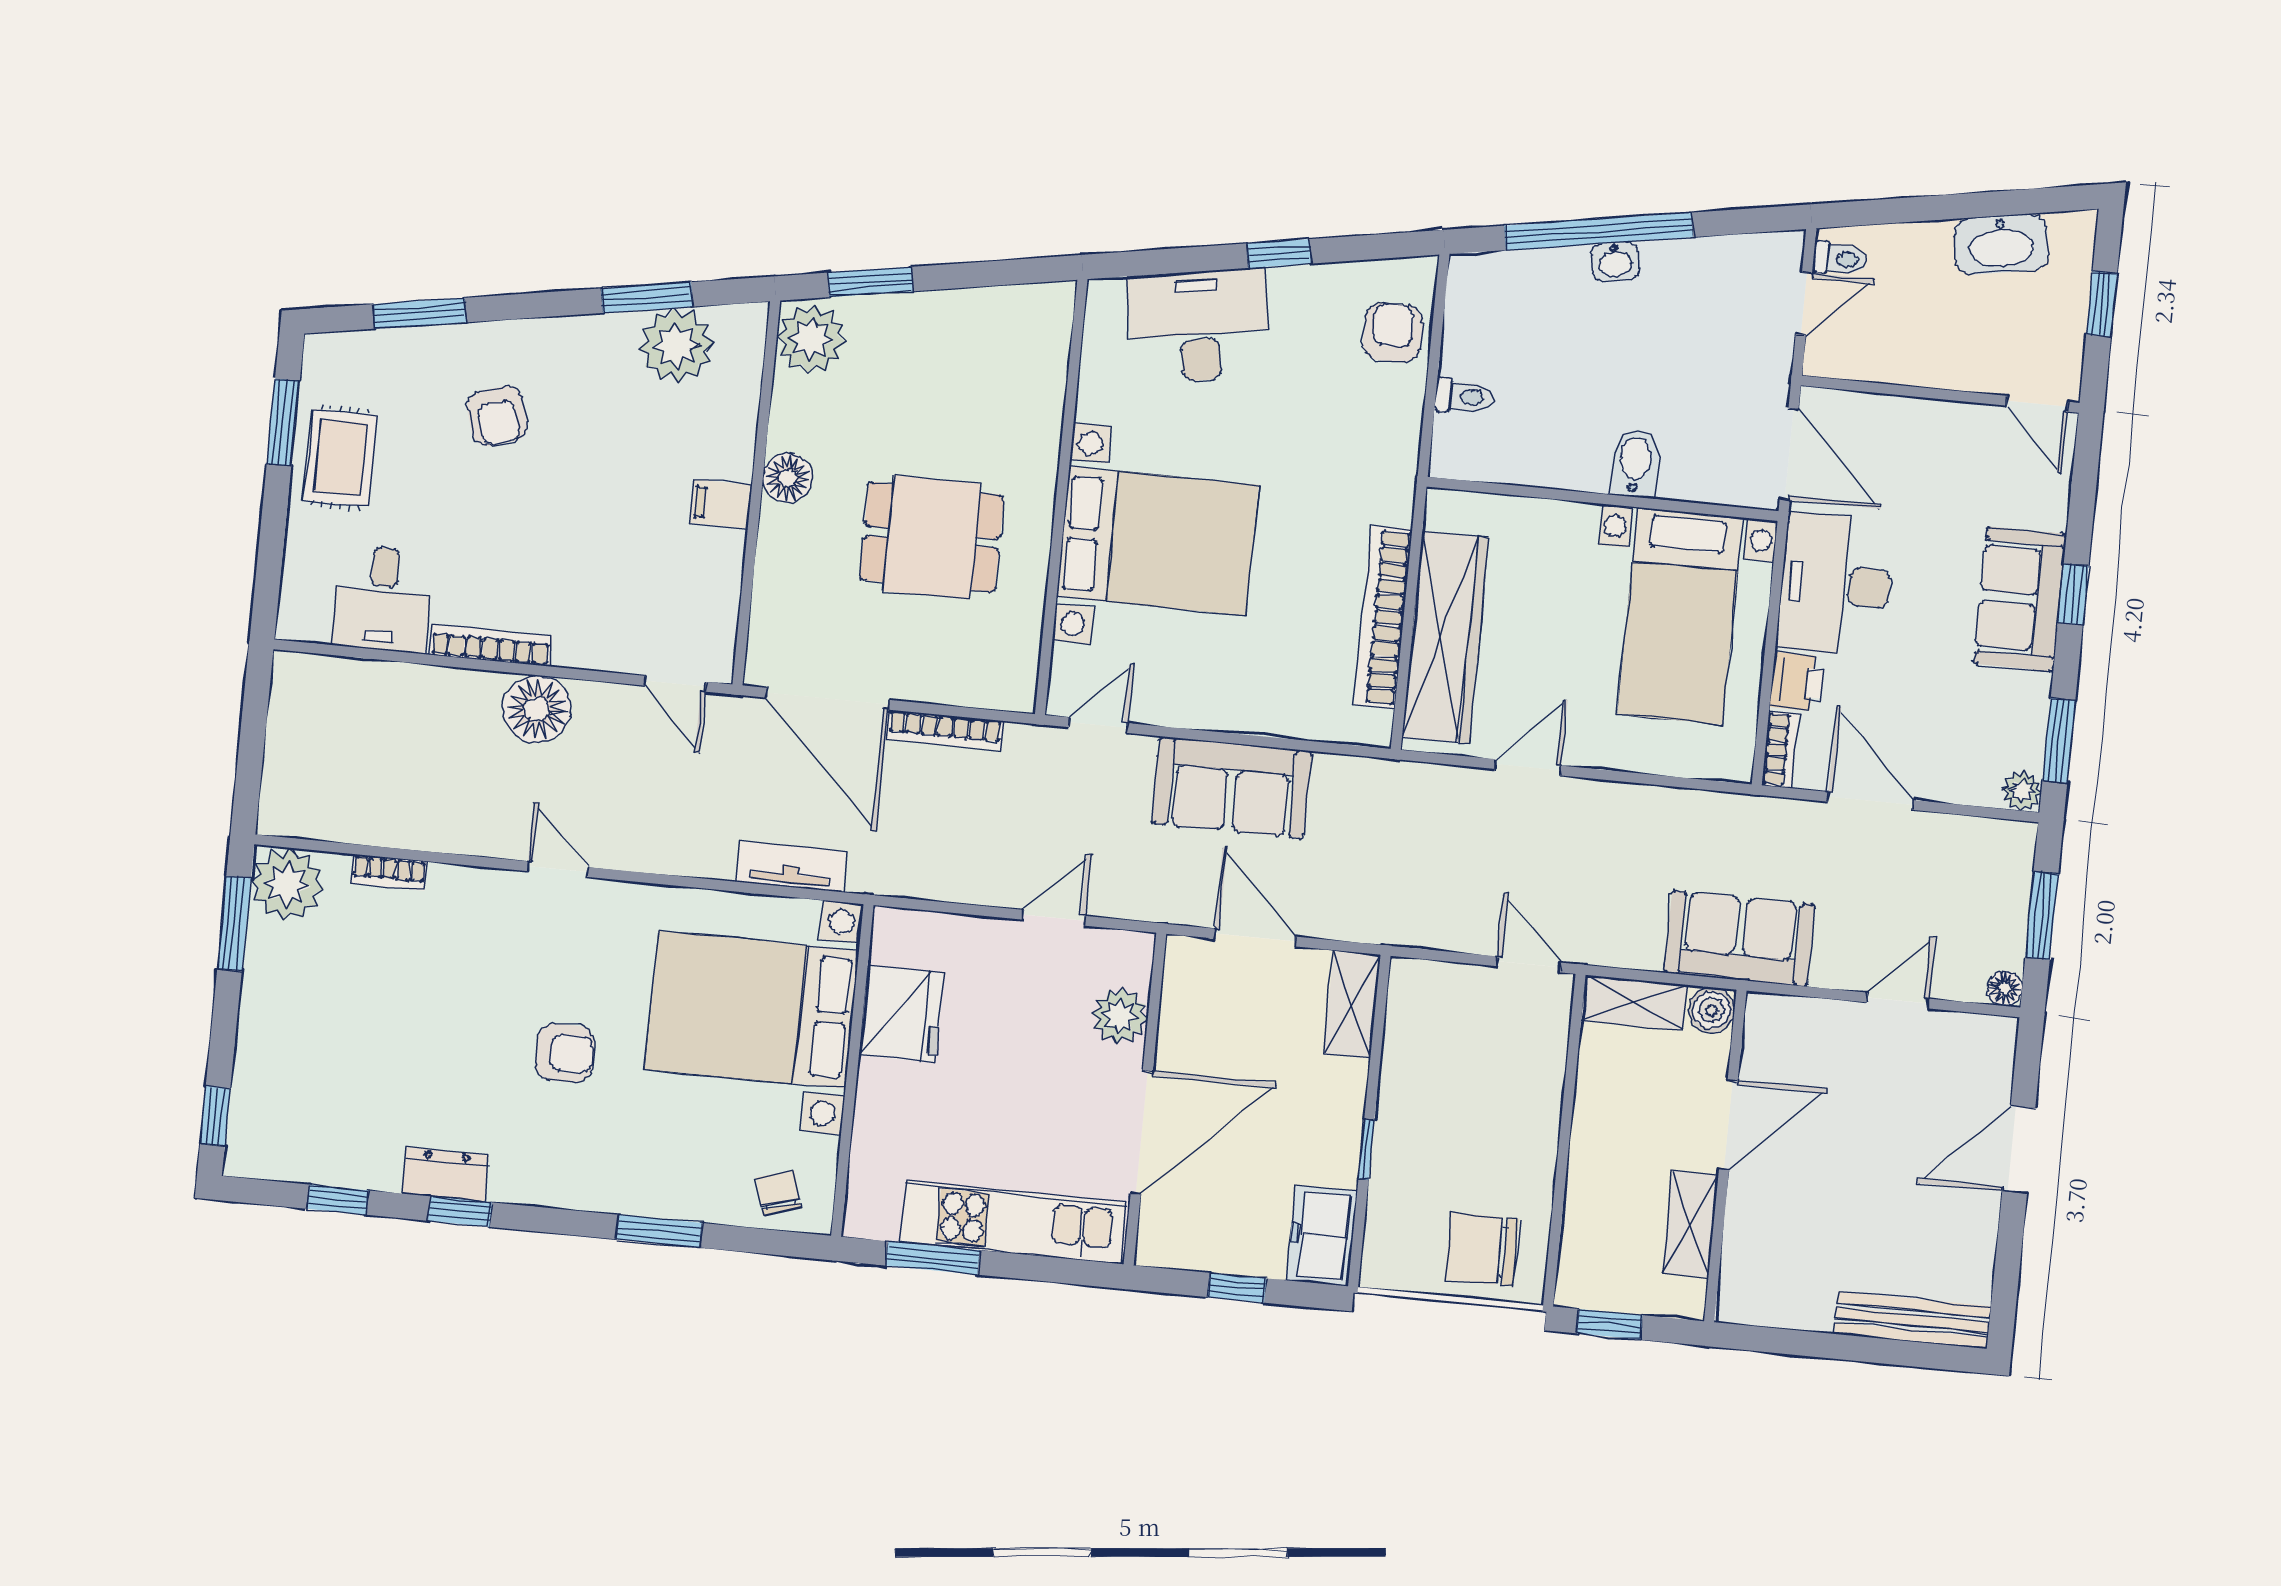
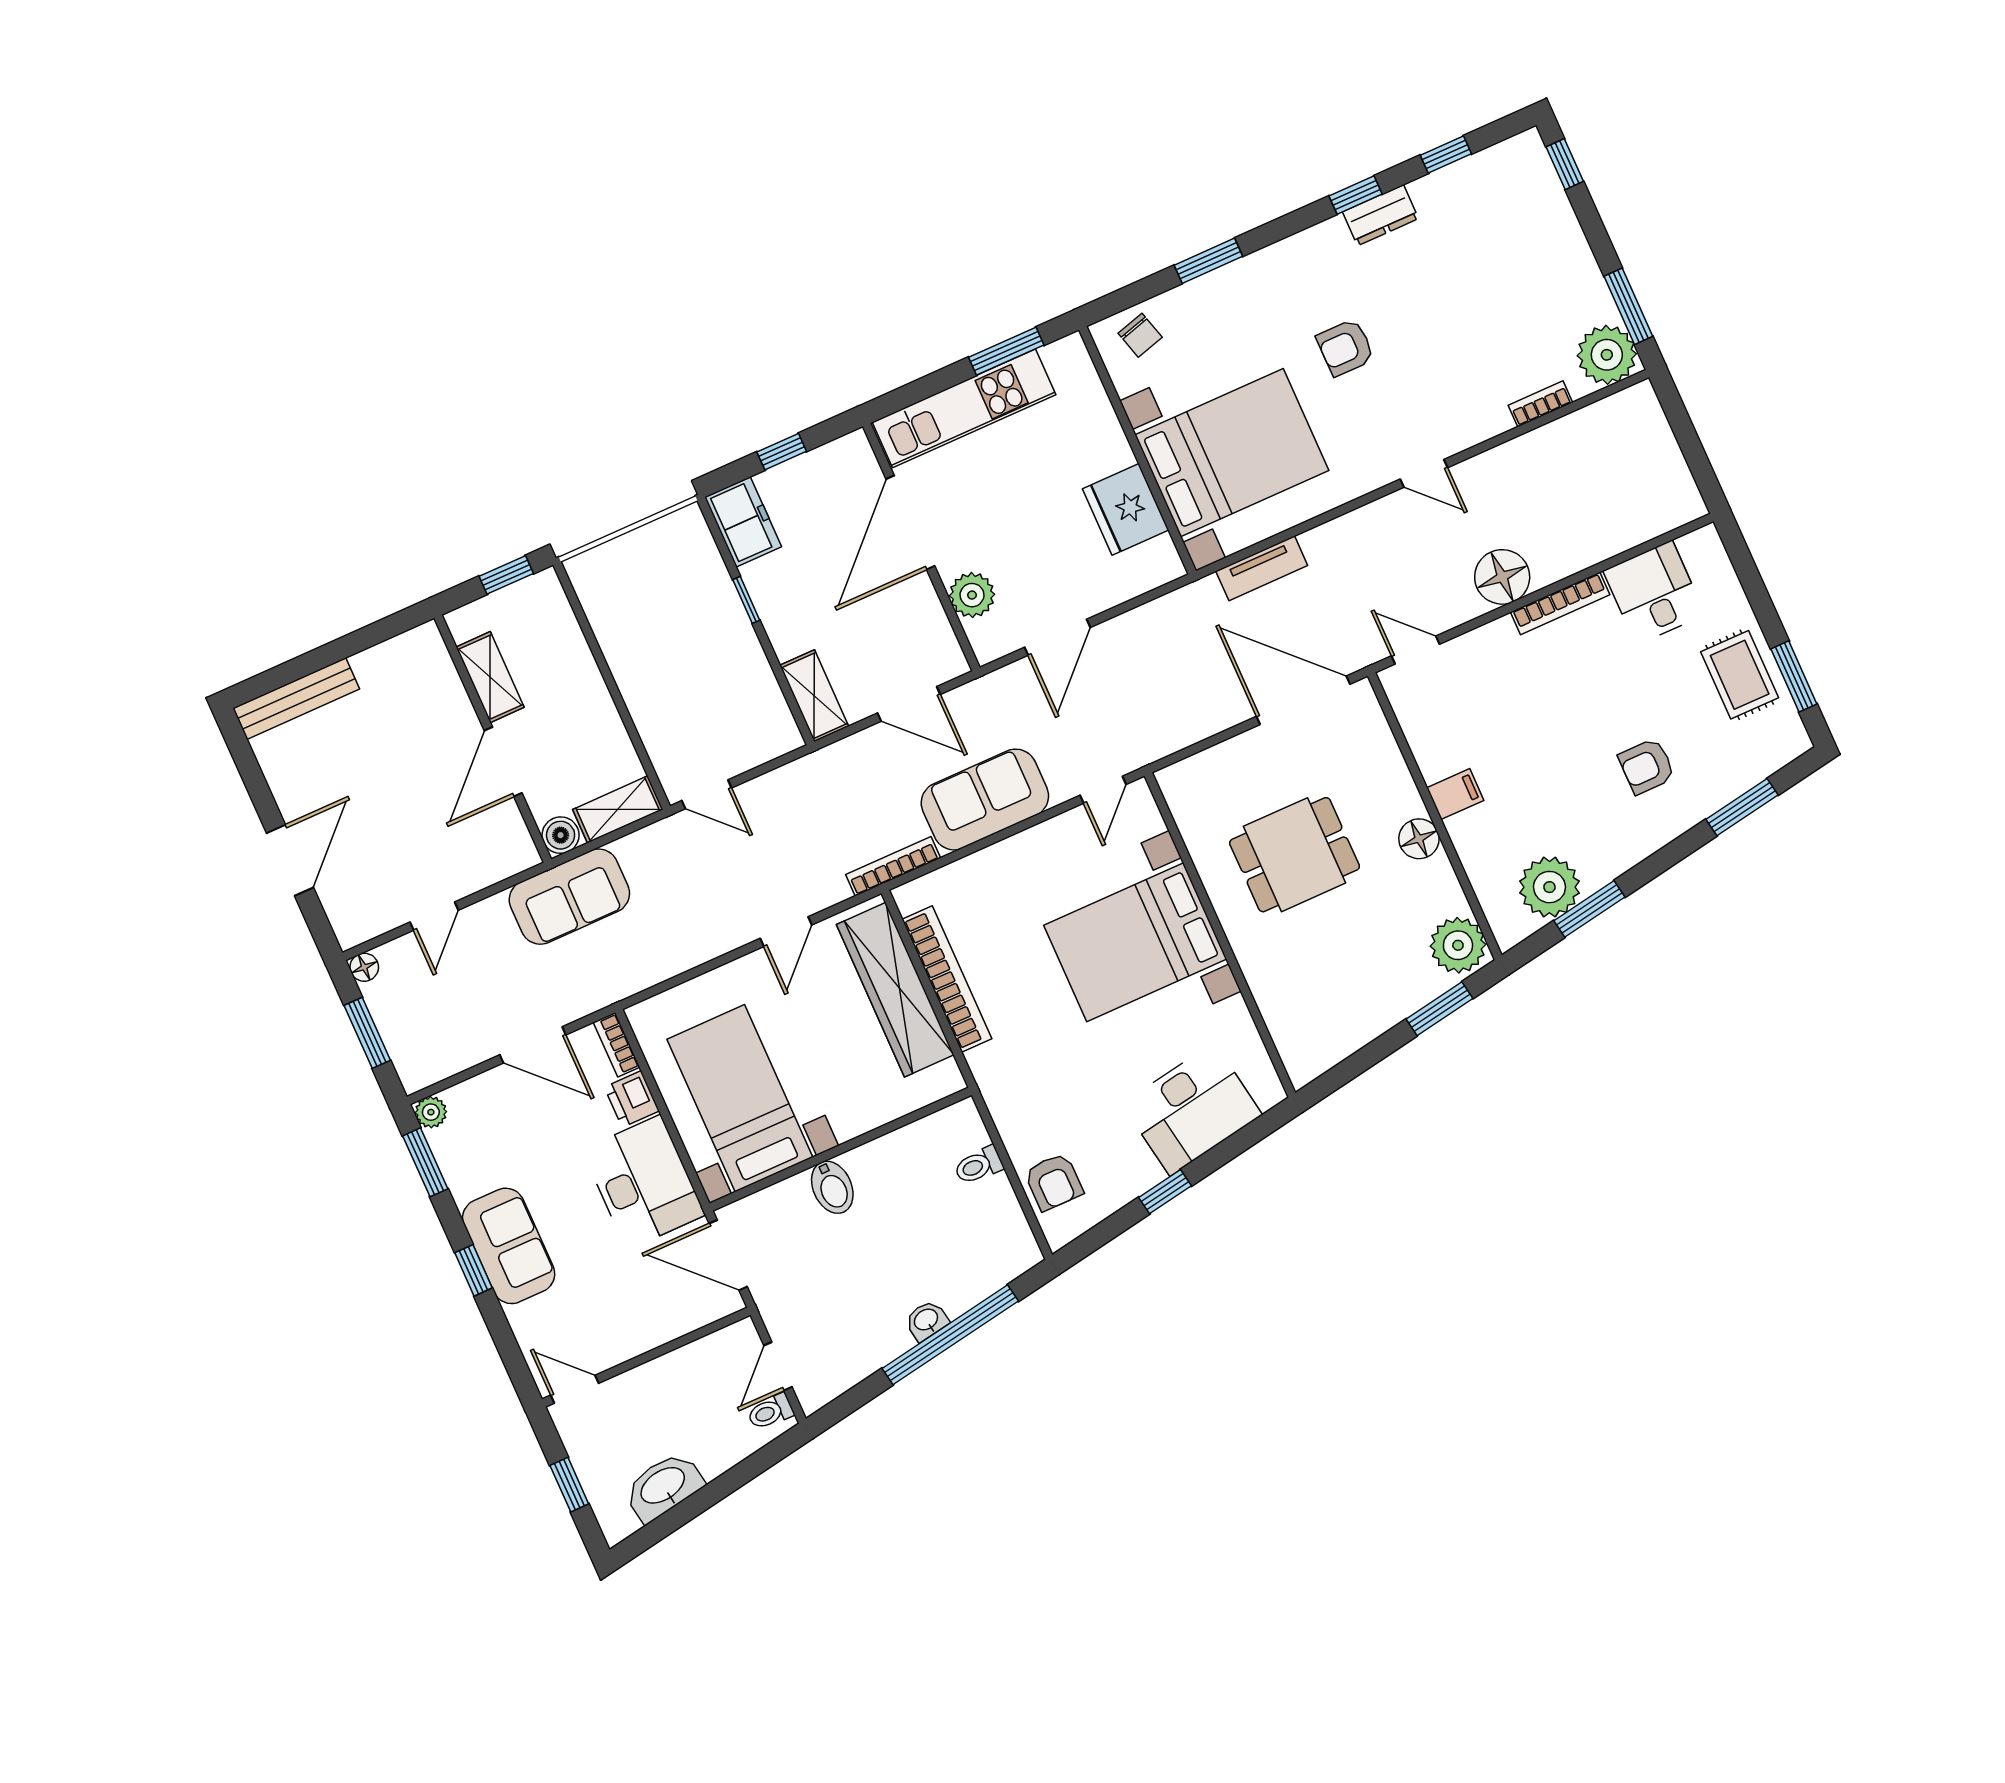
armchair: (497, 416) -> (1647, 766), turned -73
bookcase: (945, 730) -> (893, 866), moved
door: (1054, 918) -> (1057, 637), width x1.37
chair: (1482, 1249) -> (626, 576), removed

